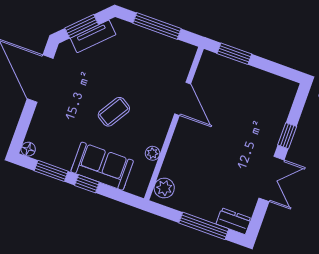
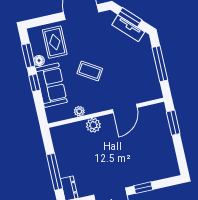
rug: (55, 131) -> (55, 42), added
floor lamp: (28, 149) -> (39, 61), moved
plant: (164, 188) -> (93, 125), moved

